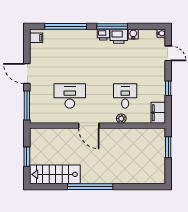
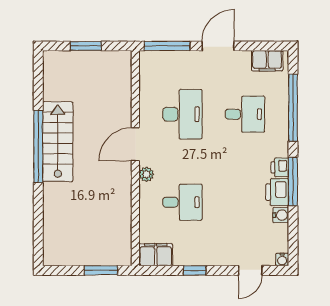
filing cabinet: (36, 38) -> (267, 61), width x2.00
desk: (70, 57) -> (245, 114), added
plant: (121, 119) -> (146, 174), moved
stairs: (55, 174) -> (58, 142), moved

